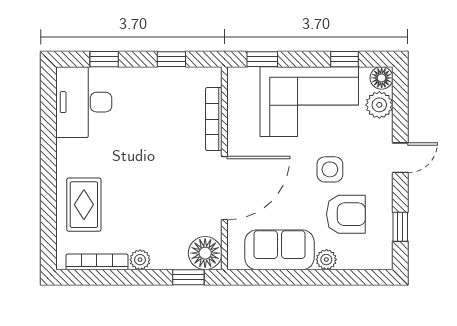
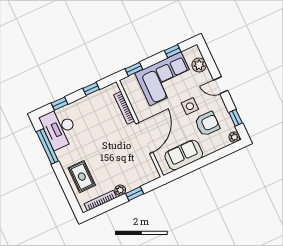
floor lamp: (382, 78) -> (194, 52), removed
window: (48, 124) -> (47, 146), added
door: (400, 158) -> (221, 85), swing flipped
floor lamp: (205, 253) -> (149, 173), removed
plant: (326, 260) -> (234, 137), moved
window: (188, 277) -> (135, 194), moved

